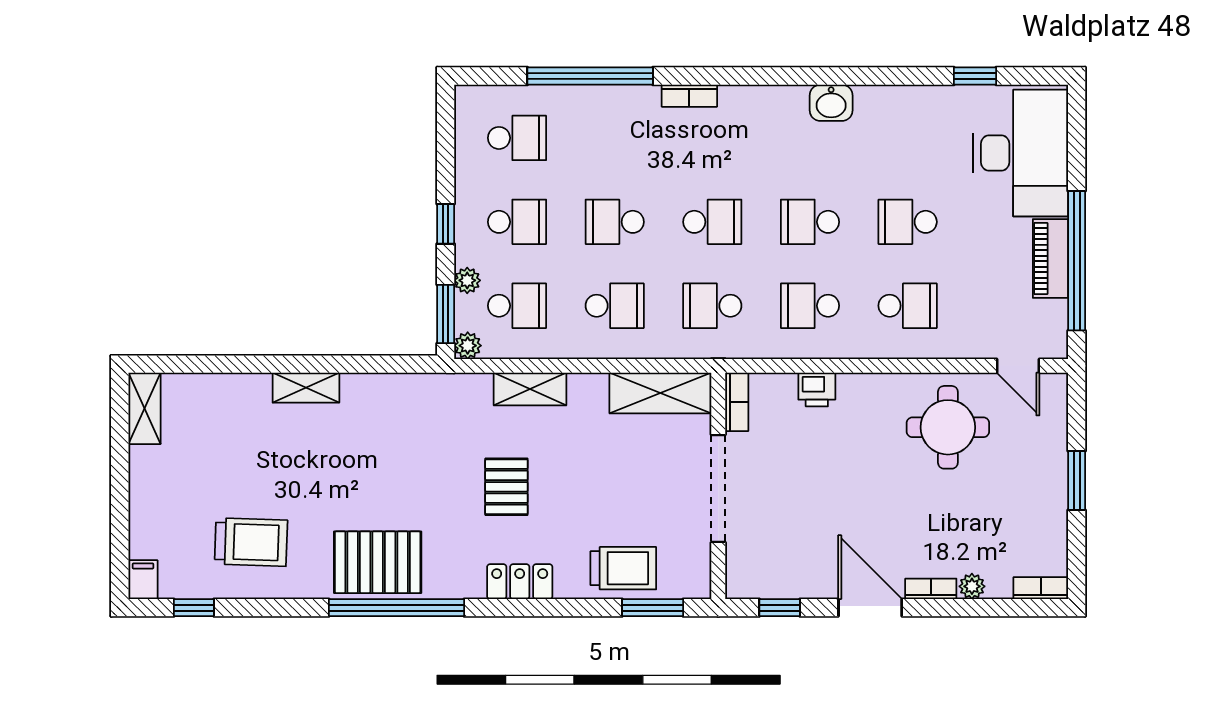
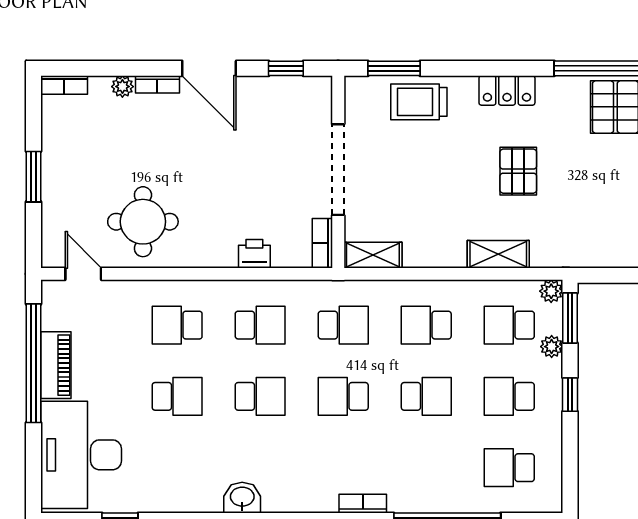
shelving: (660, 393) -> (373, 255), width x0.67, depth x0.75

